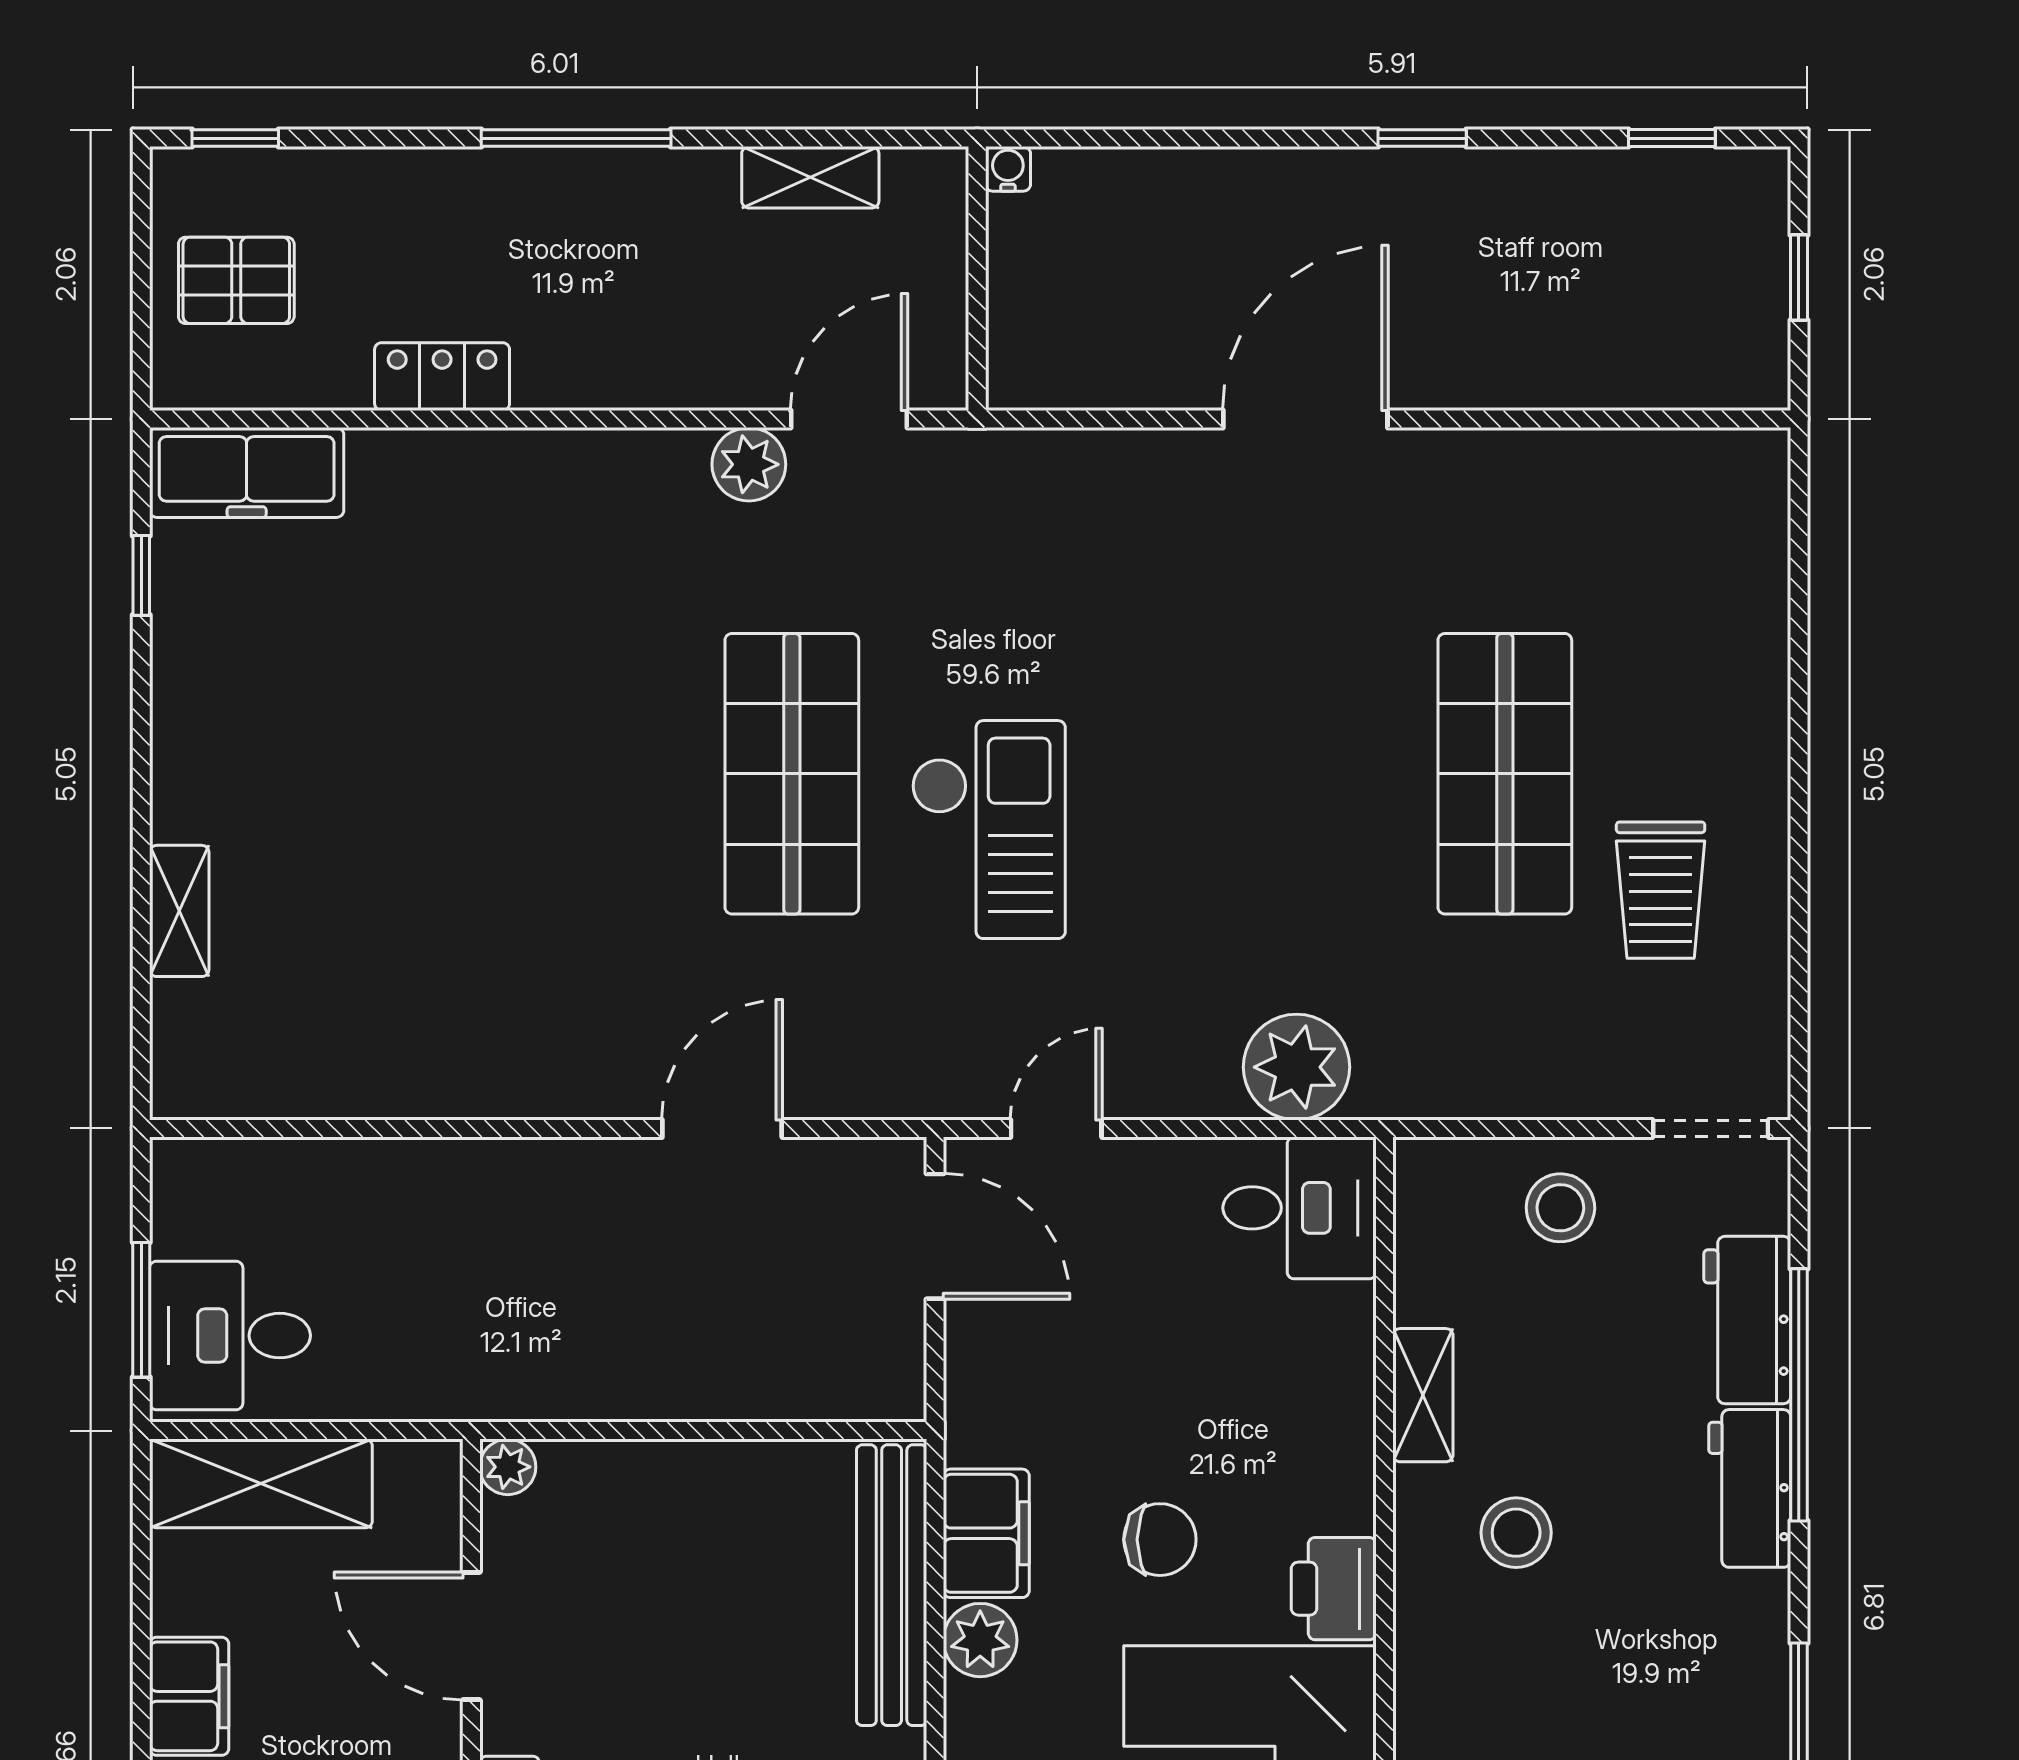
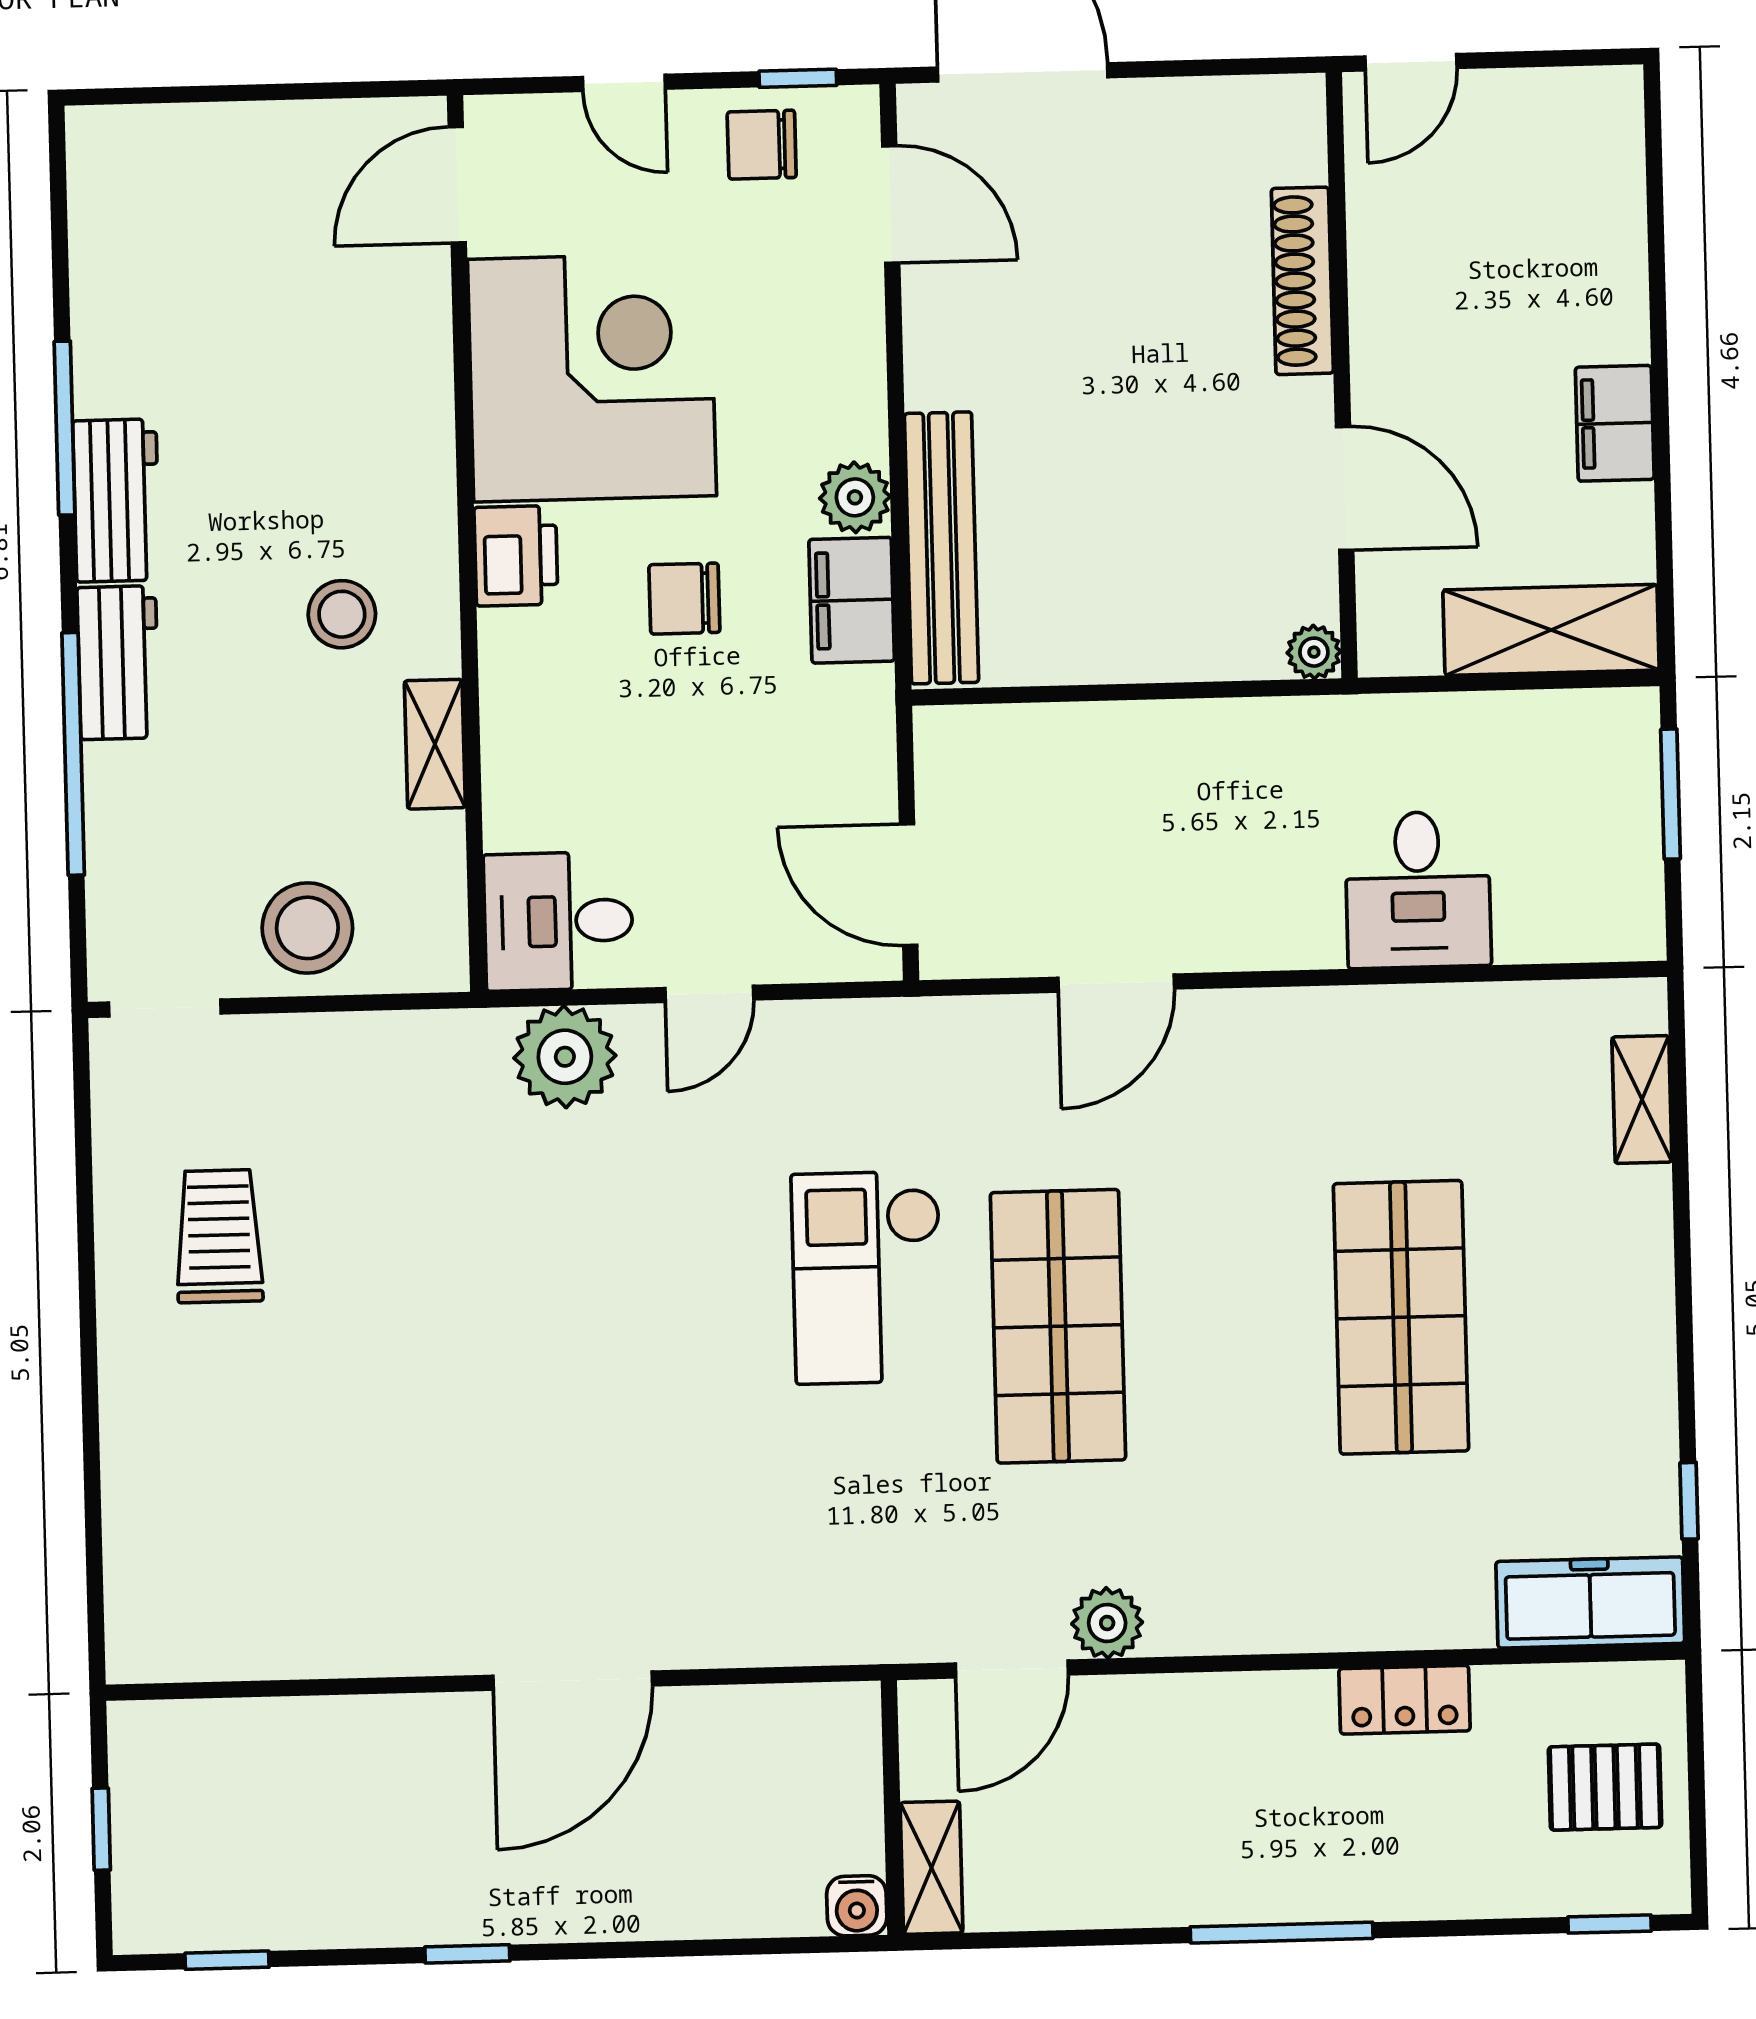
water cooler: (1008, 169) -> (857, 1906), width x1.38, depth x1.38
shelving: (810, 177) -> (931, 1868), moved, turned 90
shop shelf: (1505, 774) -> (1401, 1317), moved
shelving: (179, 911) -> (1642, 1100), moved
door: (1056, 1128) -> (709, 994), moved
stool: (1560, 1208) -> (307, 928), width x1.38, depth x1.38
workbench: (1747, 1320) -> (116, 500), moved
desk: (230, 1336) -> (1418, 890), moved, turned 90

